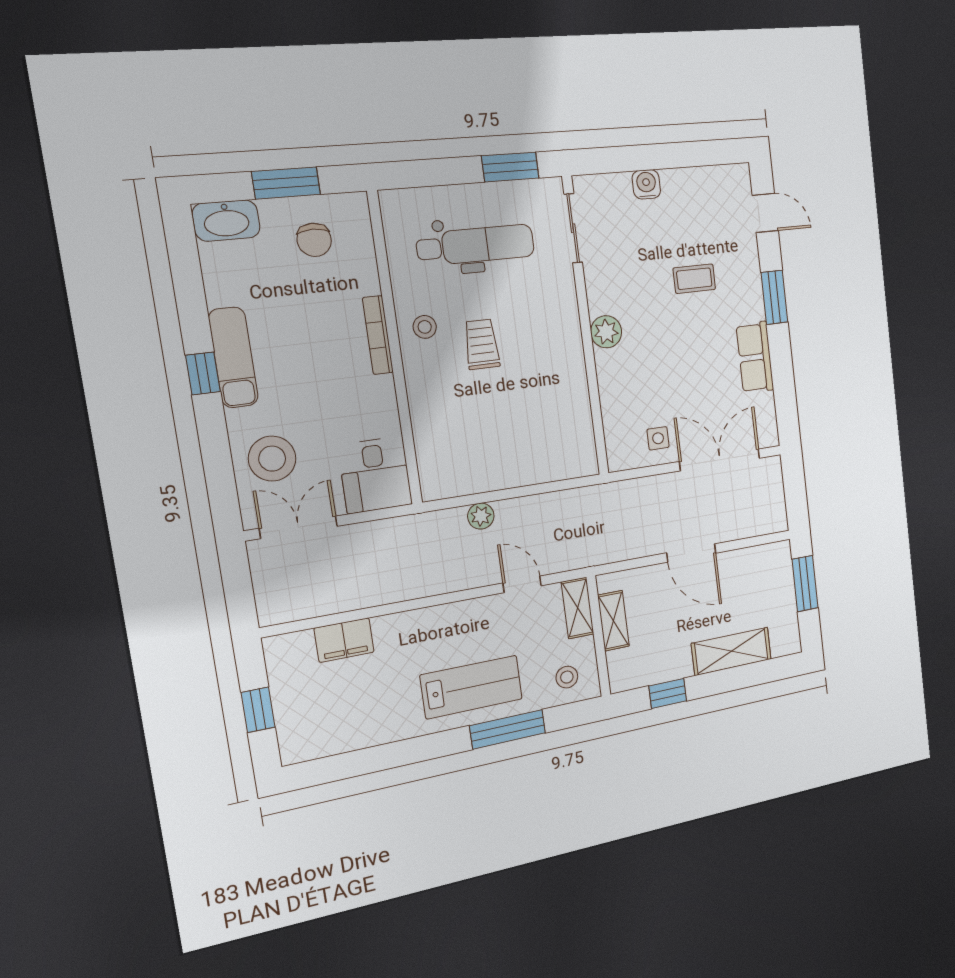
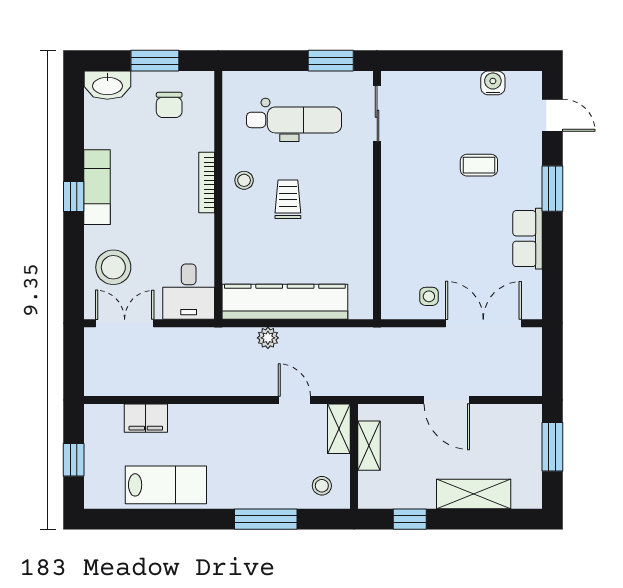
water cooler: (646, 184) -> (493, 83), moved
plant: (606, 332) -> (394, 201), removed
kitchen counter: (495, 470) -> (285, 302), added
lab bench: (472, 687) -> (166, 485), moved

